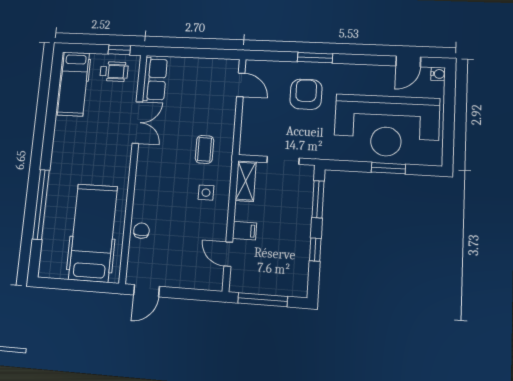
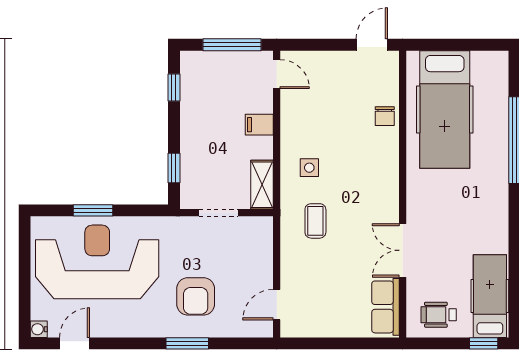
window: (119, 50) -> (484, 343), moved
door: (241, 85) -> (277, 305), hinge flipped
window: (318, 199) -> (174, 168), width x0.67
window: (315, 250) -> (174, 88), moved
door: (228, 254) -> (277, 74), moved

